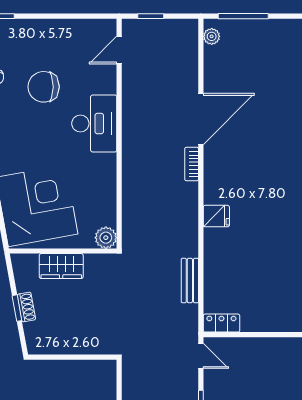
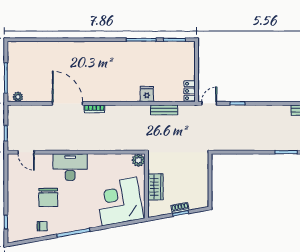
fridge: (216, 216) -> (147, 94), moved

